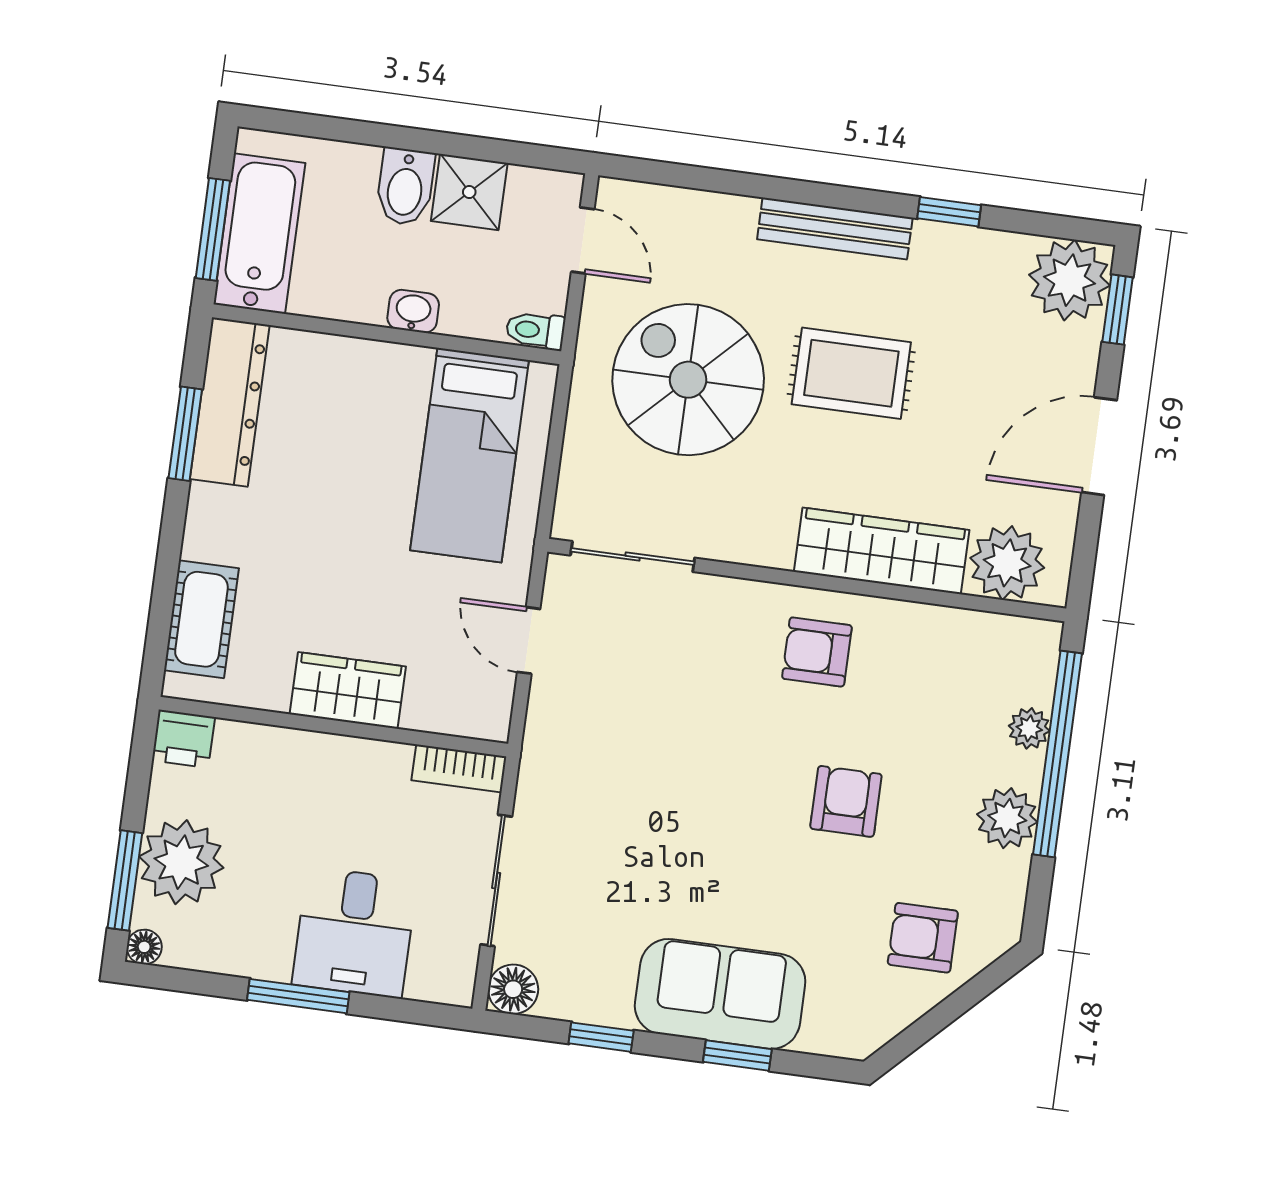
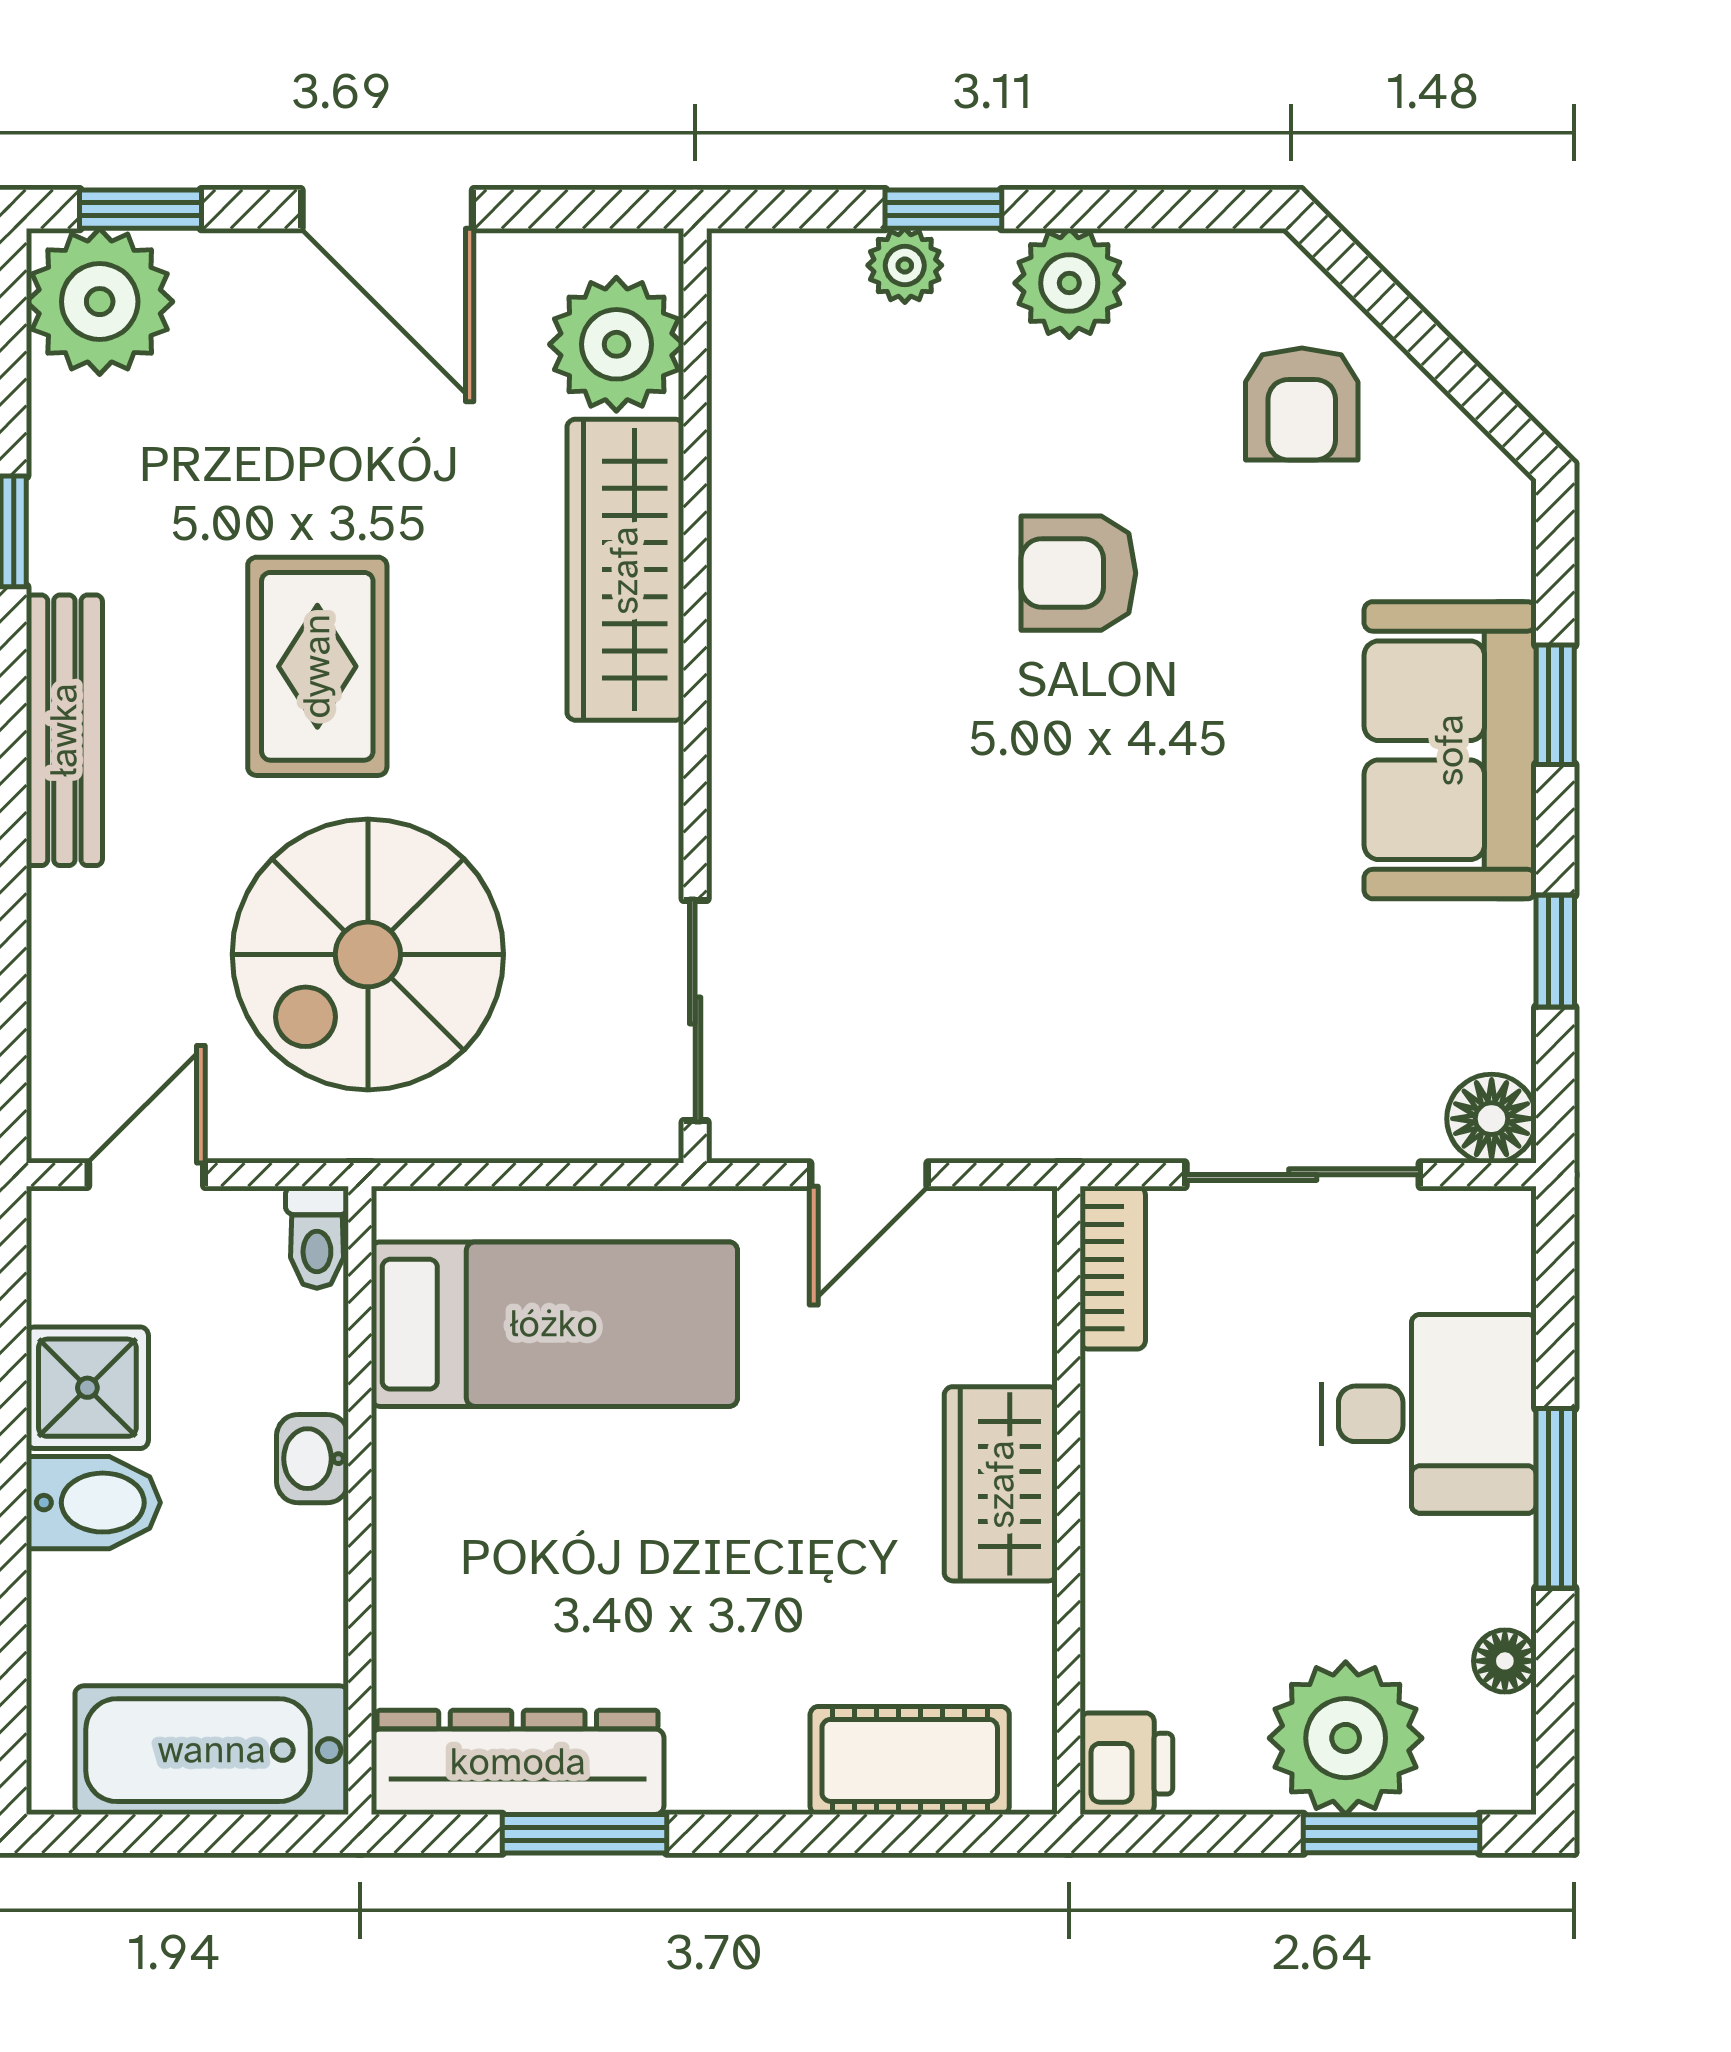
window: (213, 229) -> (215, 1834), removed
armchair: (817, 652) -> (820, 660), removed
window: (1057, 754) -> (943, 209), width x0.32
floor lamp: (144, 947) -> (1505, 1661), moved

